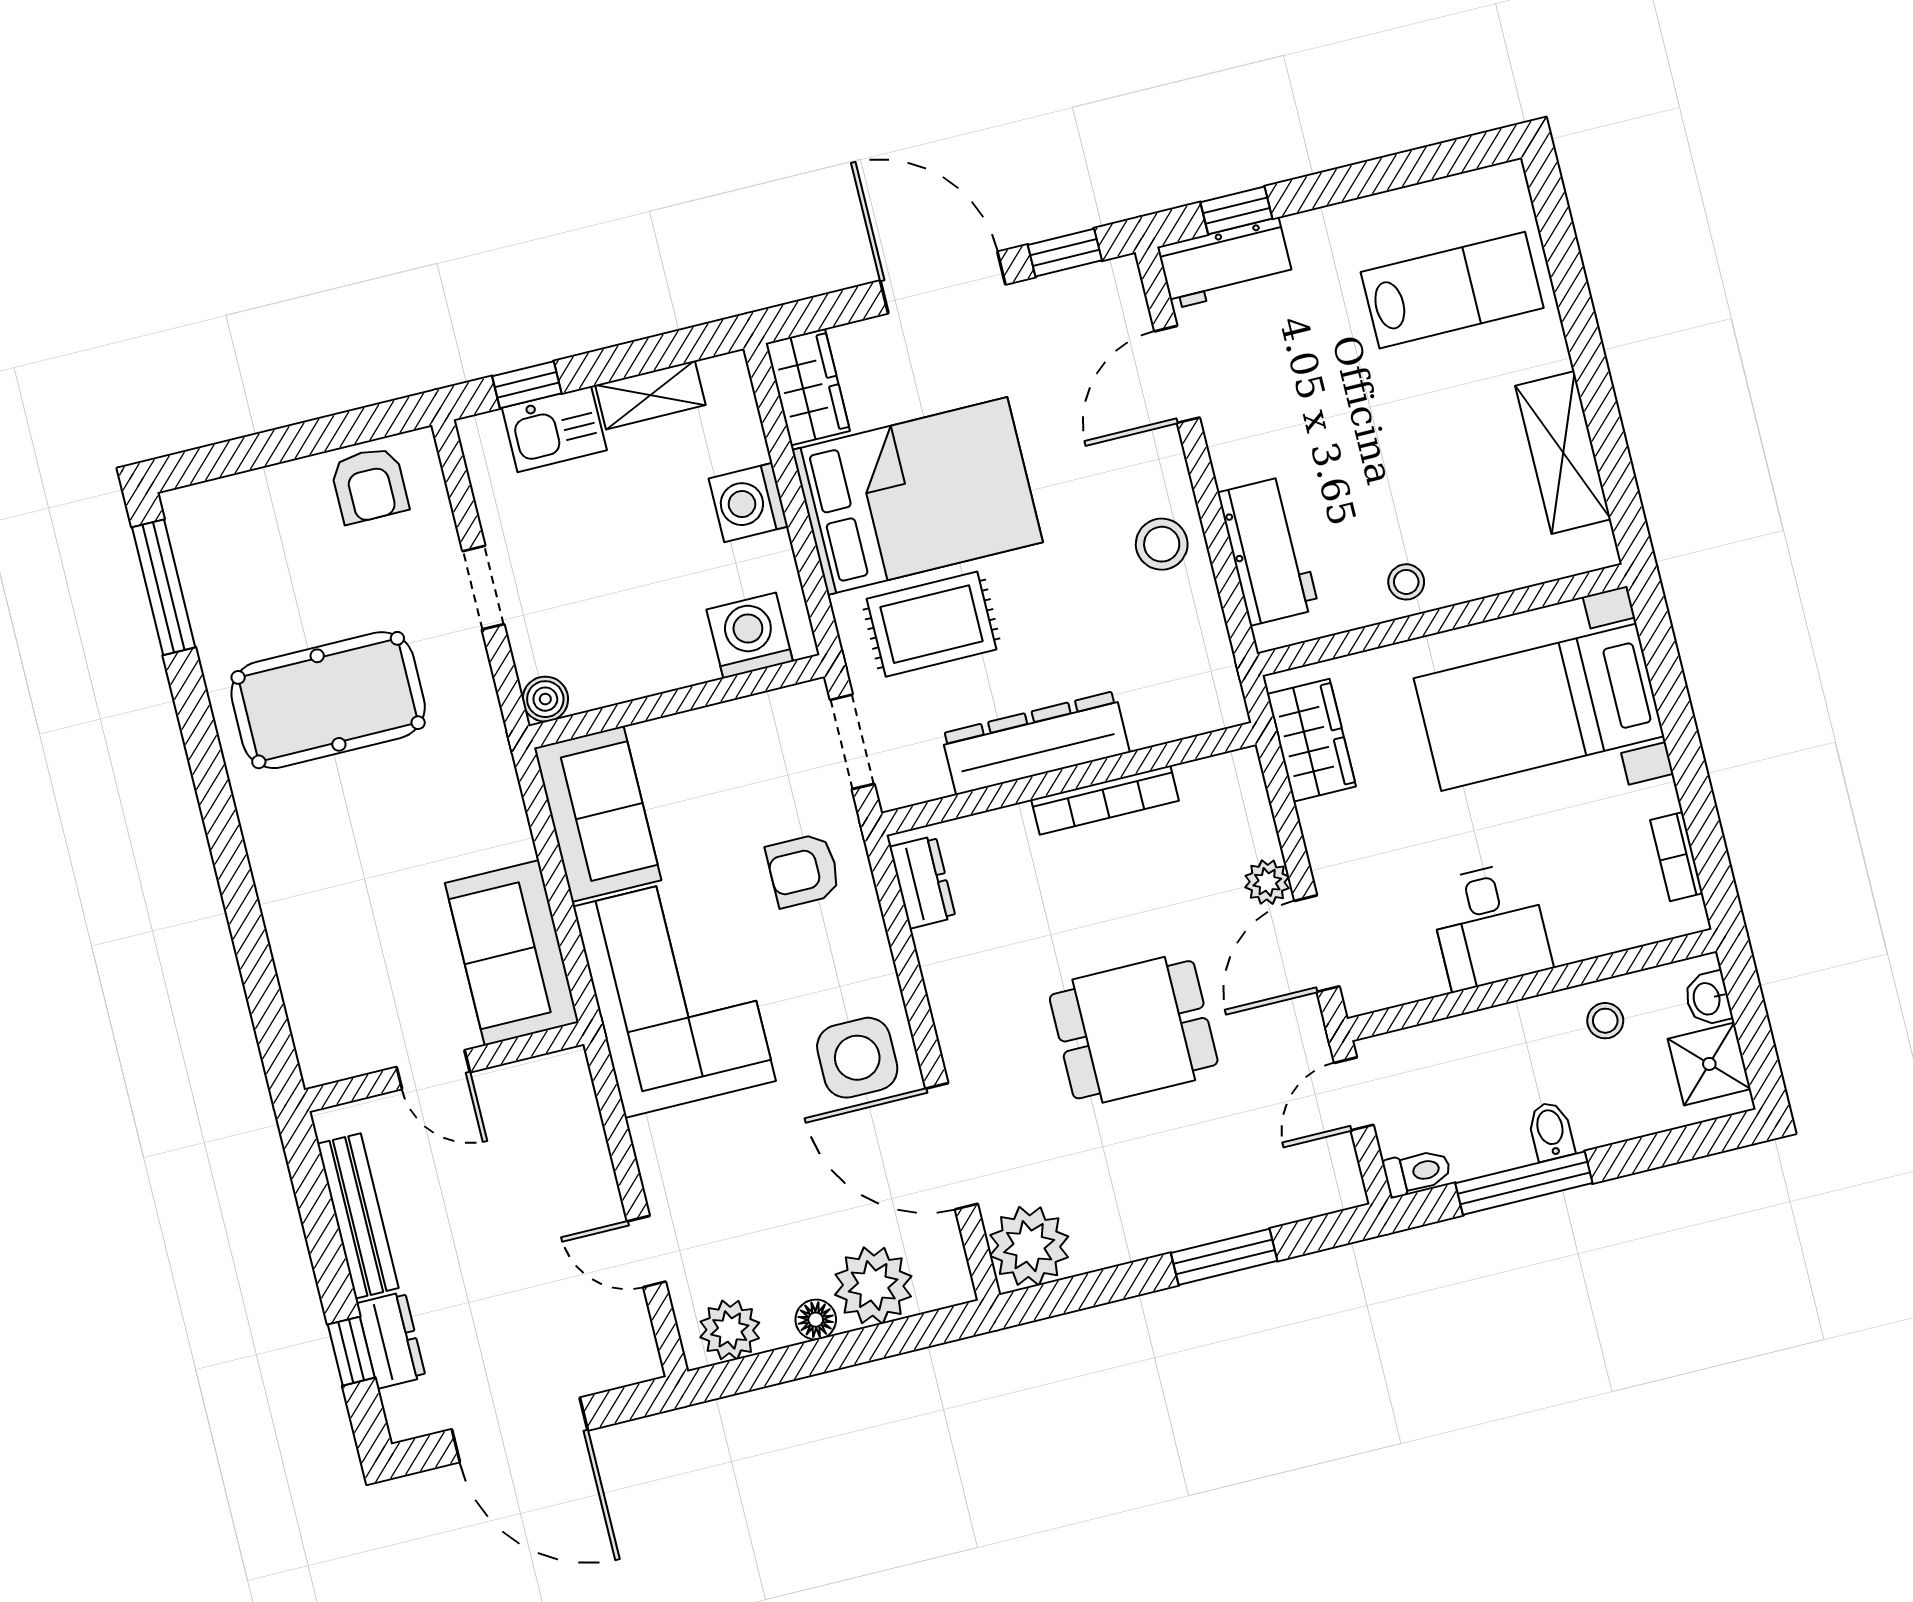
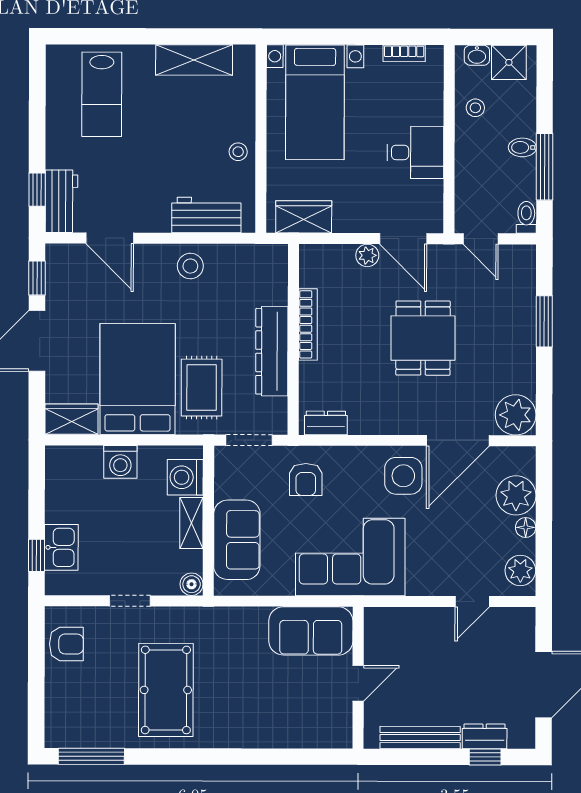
lab bench: (1452, 290) -> (102, 94), turned 180
shelving: (650, 395) -> (191, 523), moved
sofa: (598, 814) -> (237, 540), moved, turned 90

